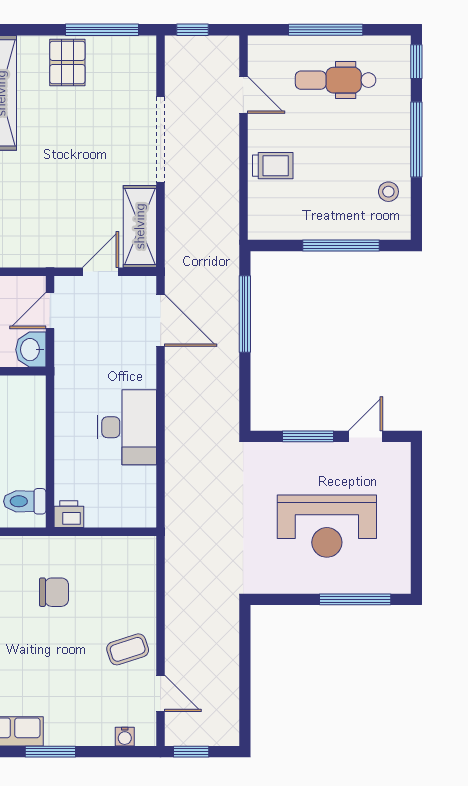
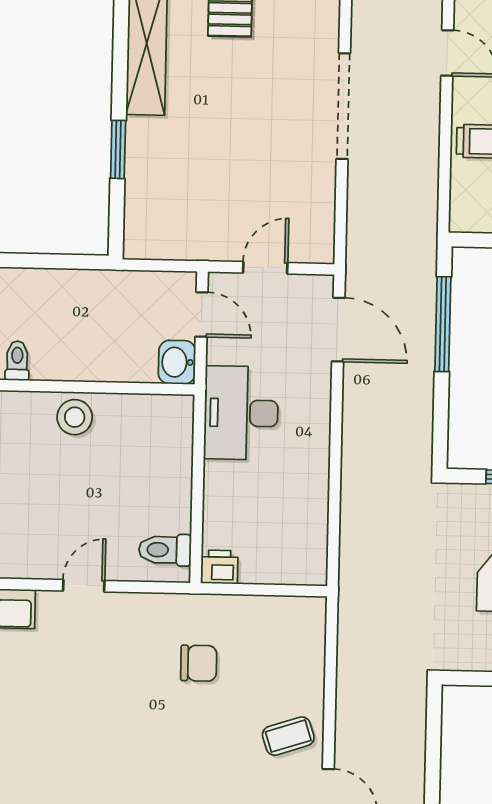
shelving: (140, 226) -> (315, 213), removed
door: (50, 311) -> (202, 315), swing flipped
desk: (127, 427) -> (241, 413), moved, turned 180

